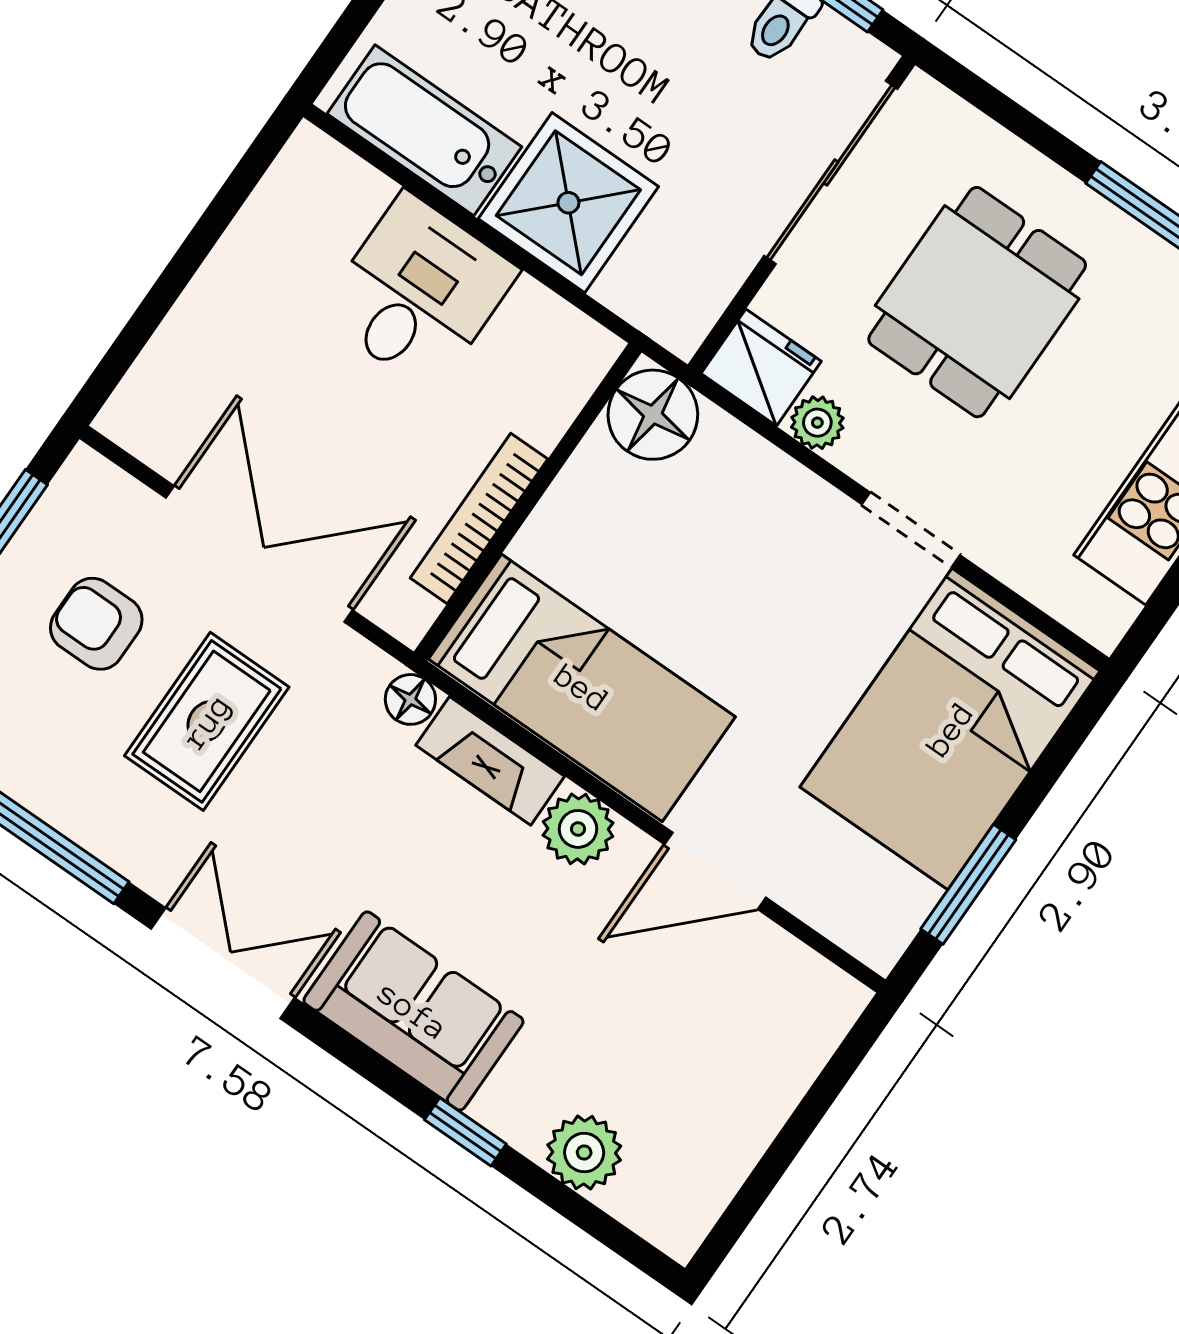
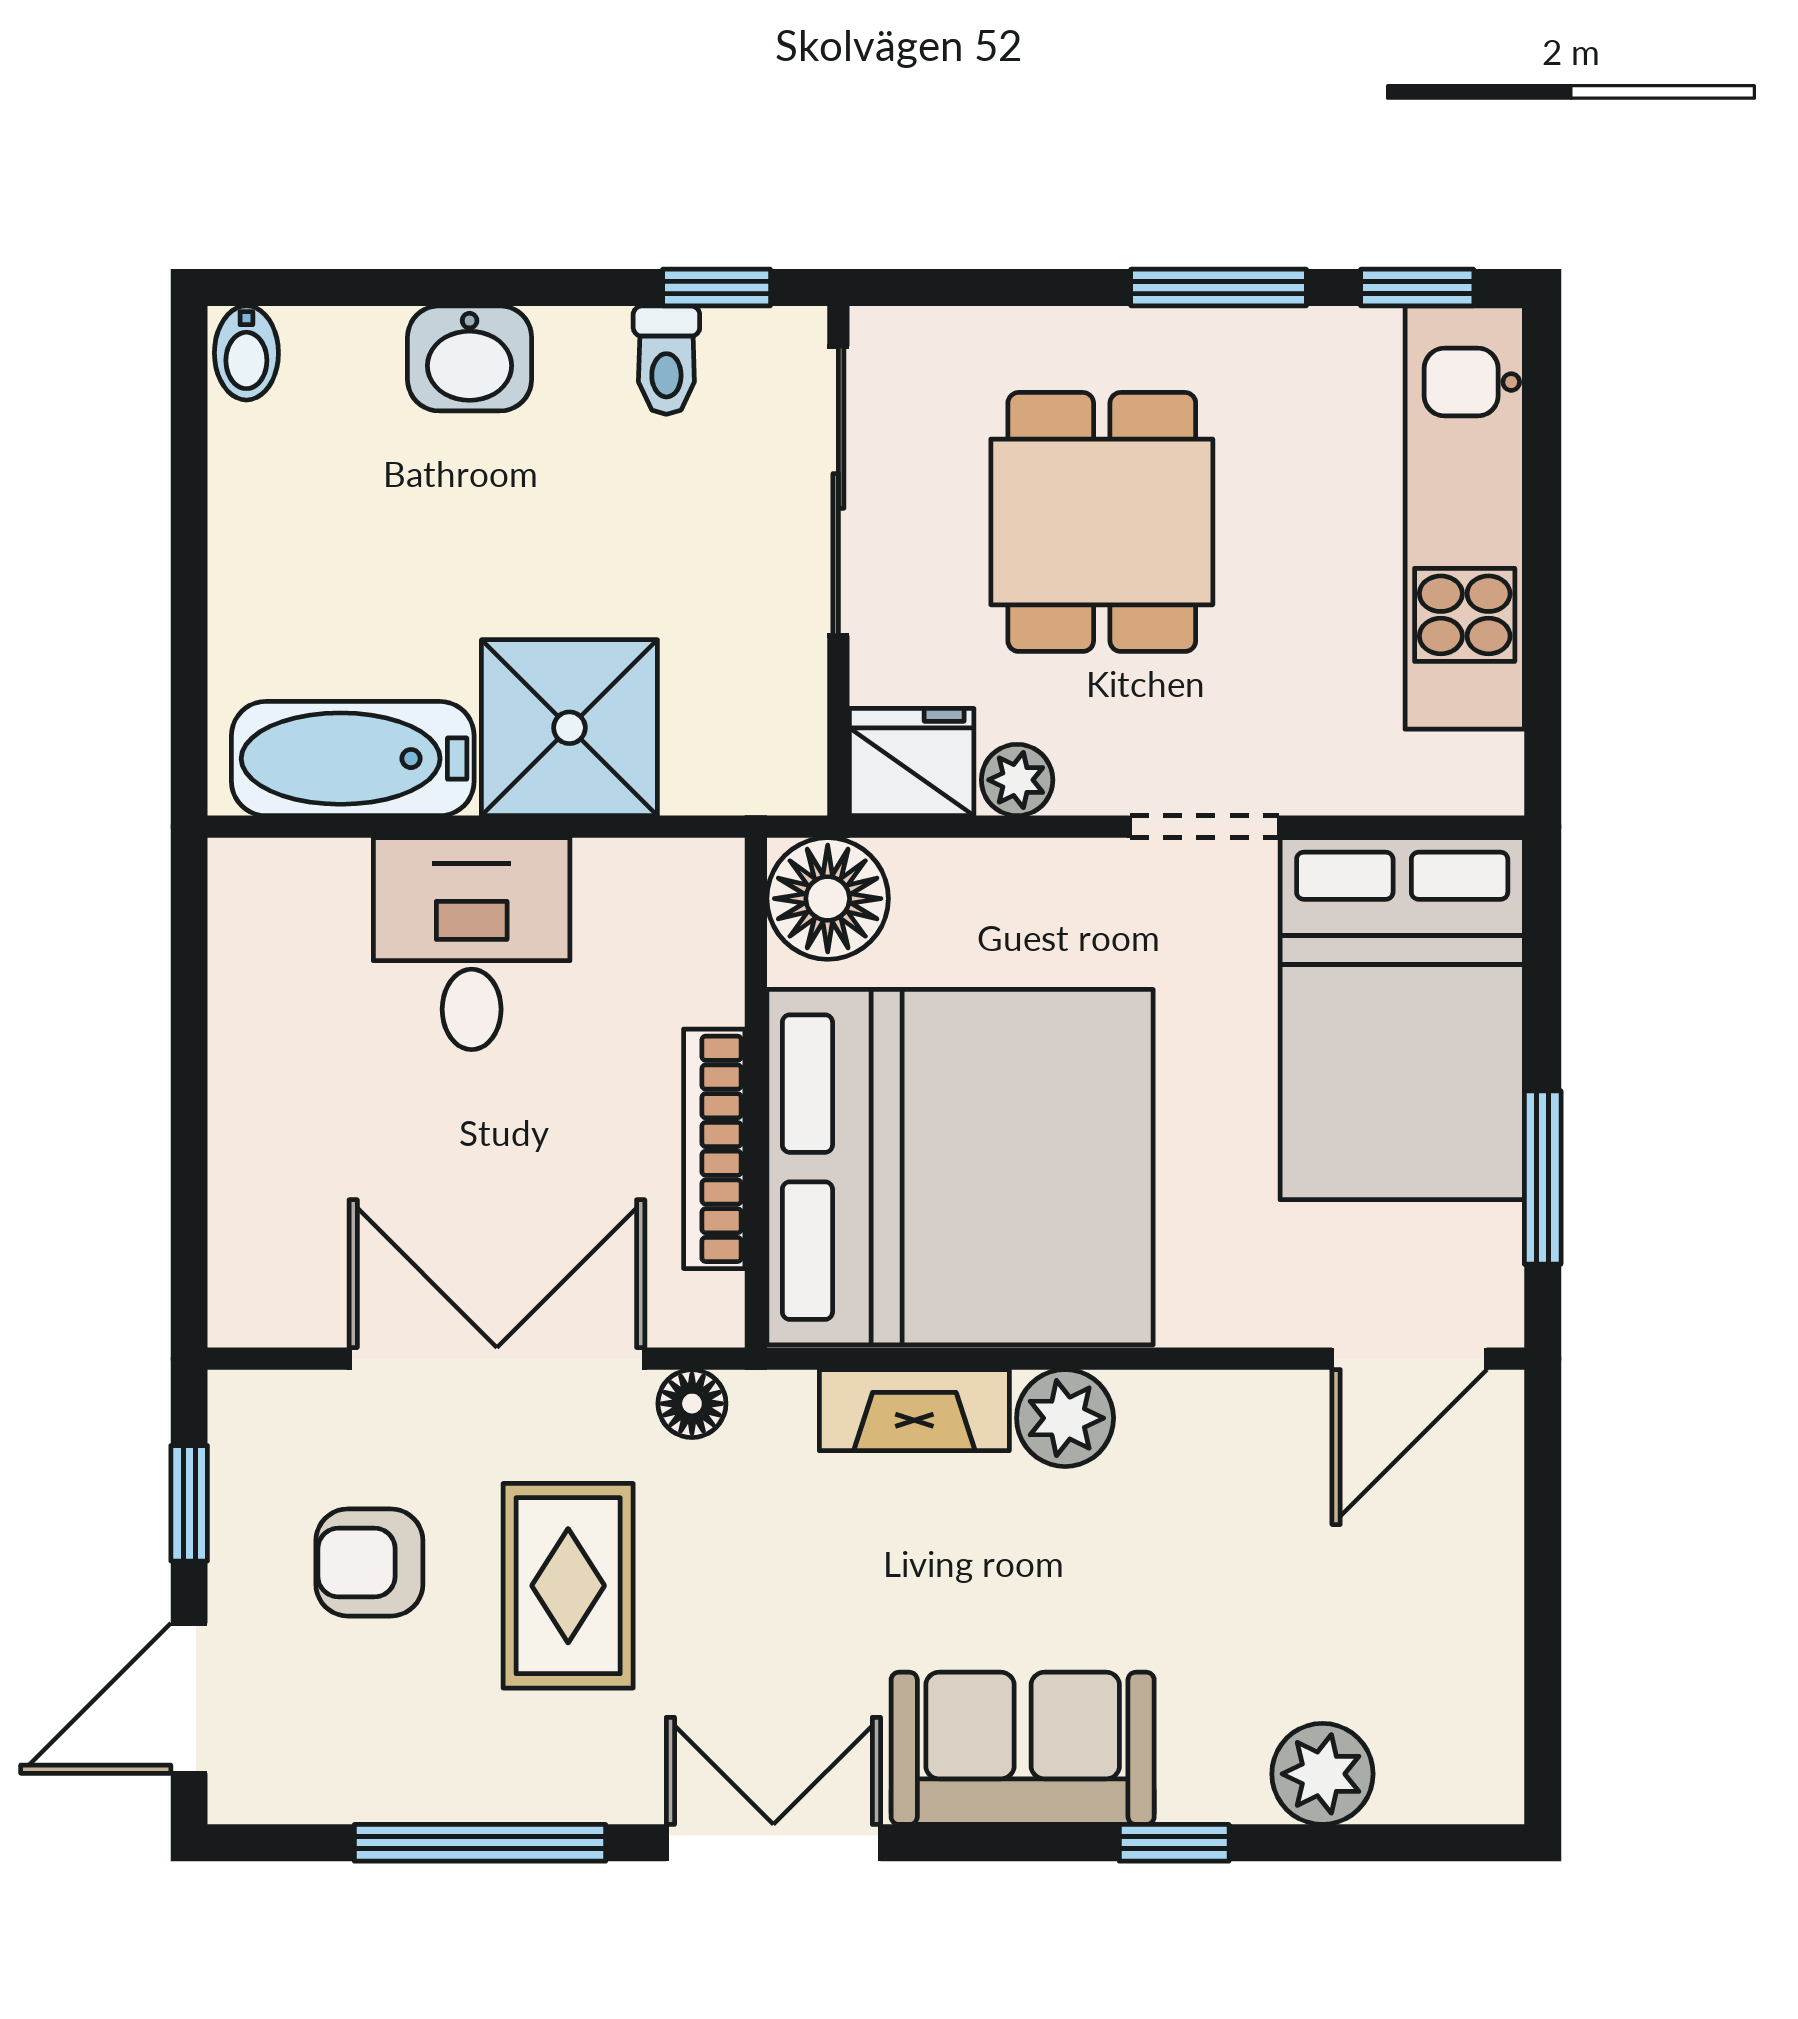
bed: (582, 688) -> (960, 1167), width x2.04
floor lamp: (410, 699) -> (692, 1404), moved
door: (715, 871) -> (1409, 1359), moved

